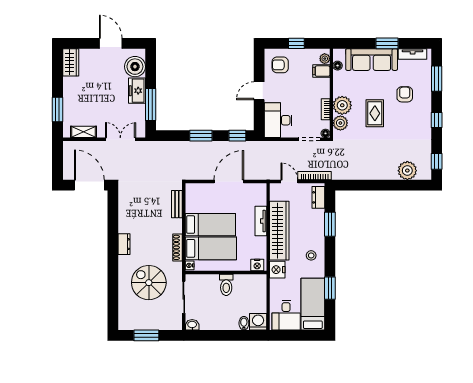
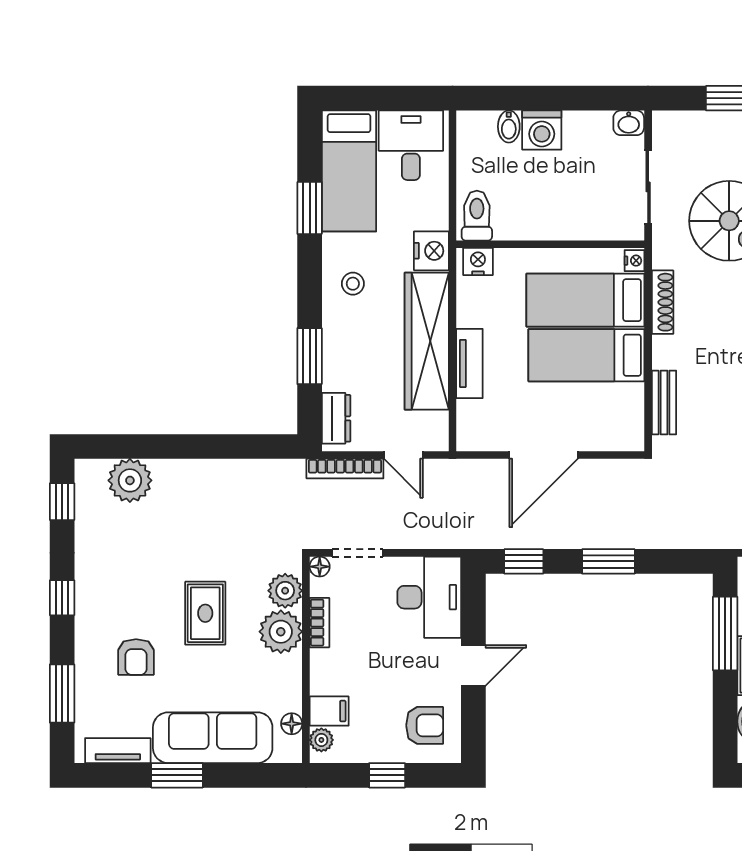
toilet: (226, 285) -> (477, 216), moved
washing machine: (258, 322) -> (542, 130), moved

